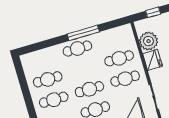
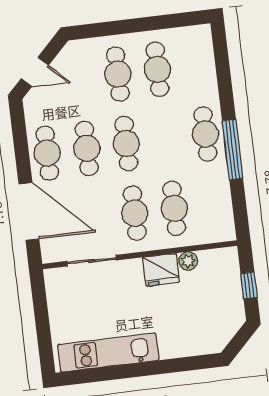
plant: (148, 41) -> (188, 261), width x0.53, depth x0.53

